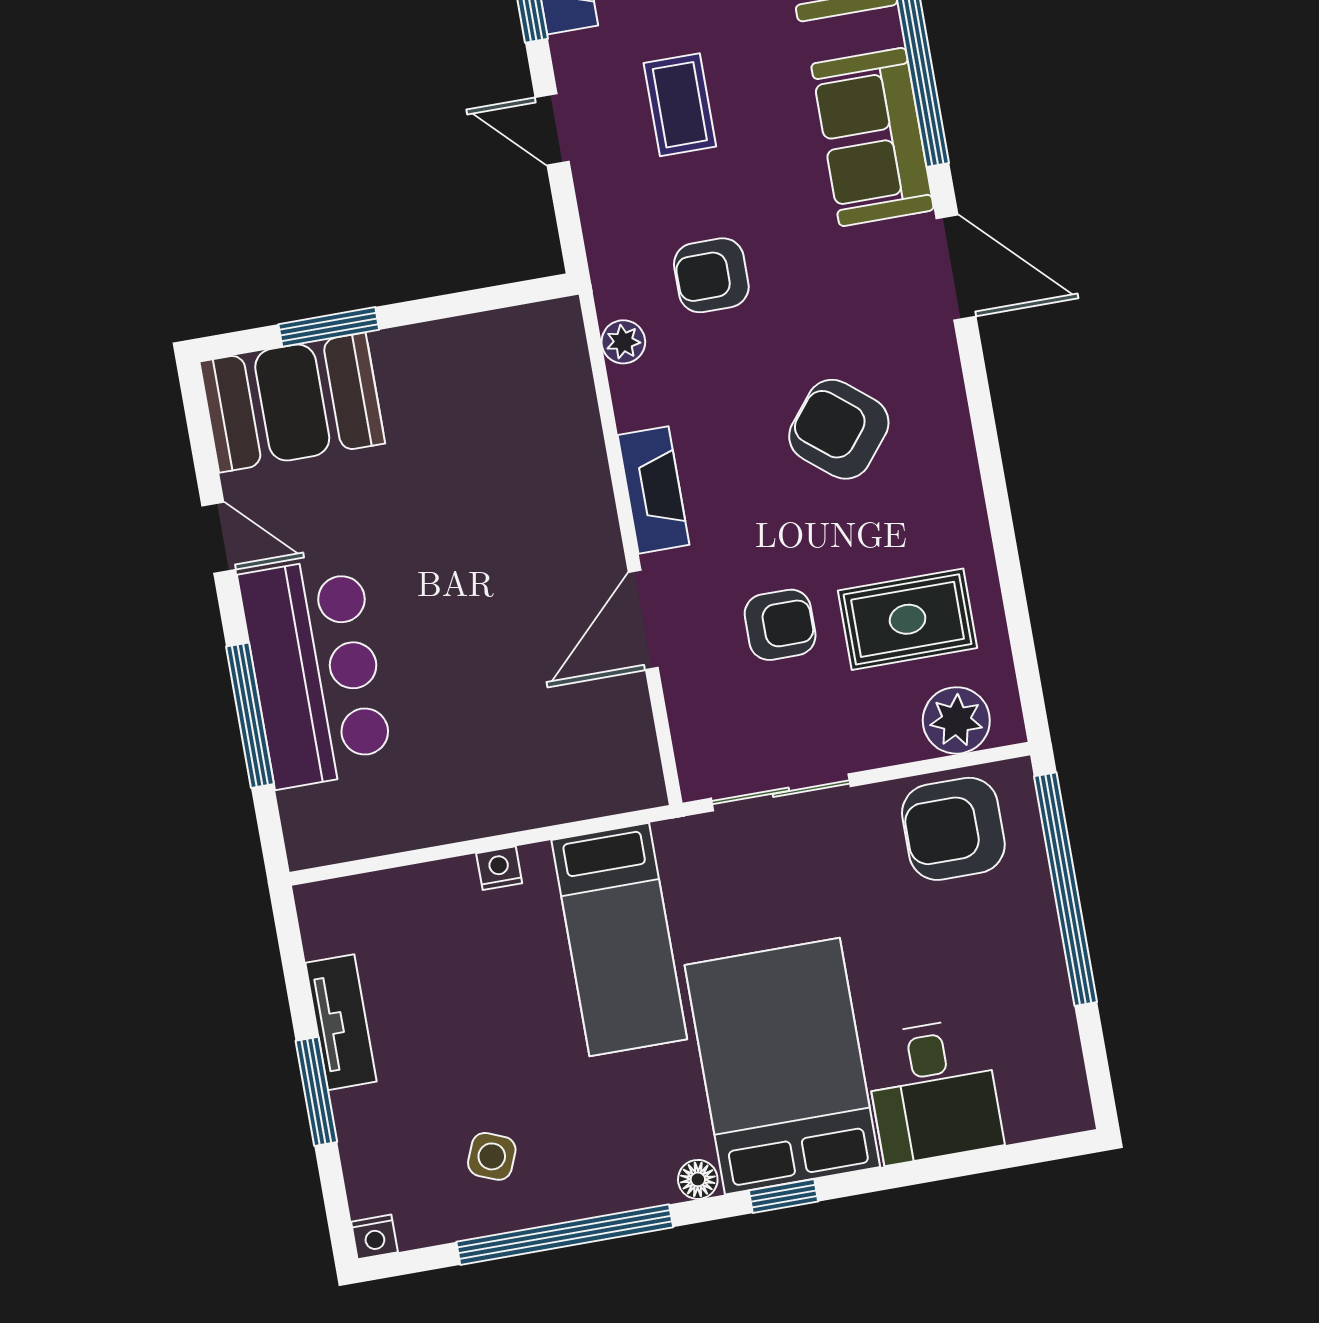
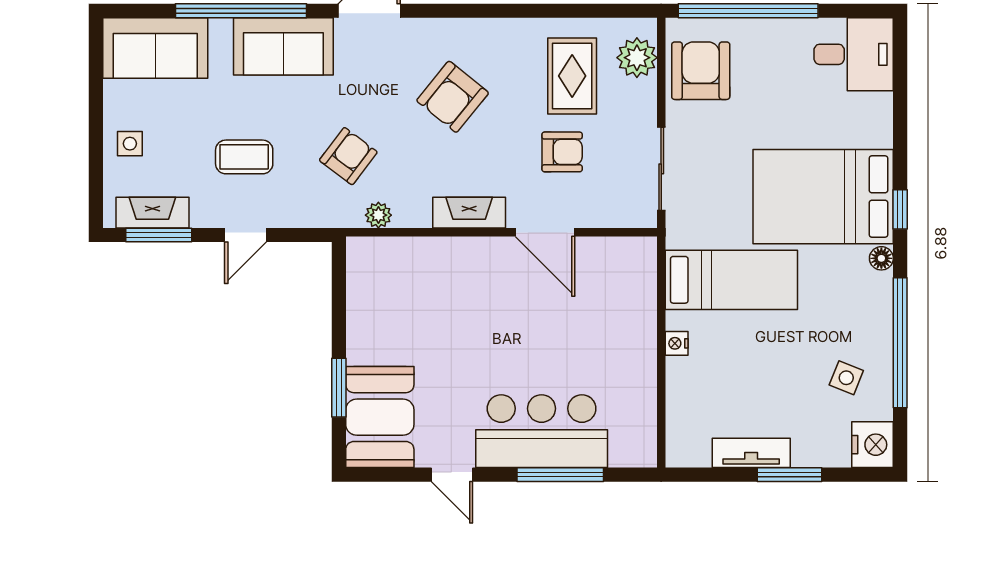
armchair: (711, 275) -> (348, 156), turned -143
door: (219, 538) -> (452, 475), swing flipped
armchair: (780, 625) -> (562, 152), turned 90
armchair: (953, 829) -> (701, 71), turned 180
desk: (933, 1091) -> (854, 54), moved
nightstand: (374, 1237) -> (872, 445), width x1.89, depth x1.79

